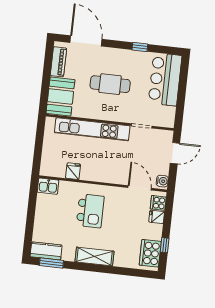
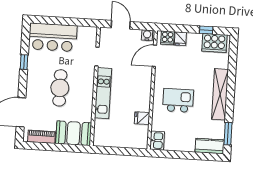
kitchen unit: (92, 129) -> (103, 93), width x0.73
kitchen counter: (46, 251) -> (210, 146), moved, turned 90
shelving: (94, 257) -> (220, 94), width x1.47

